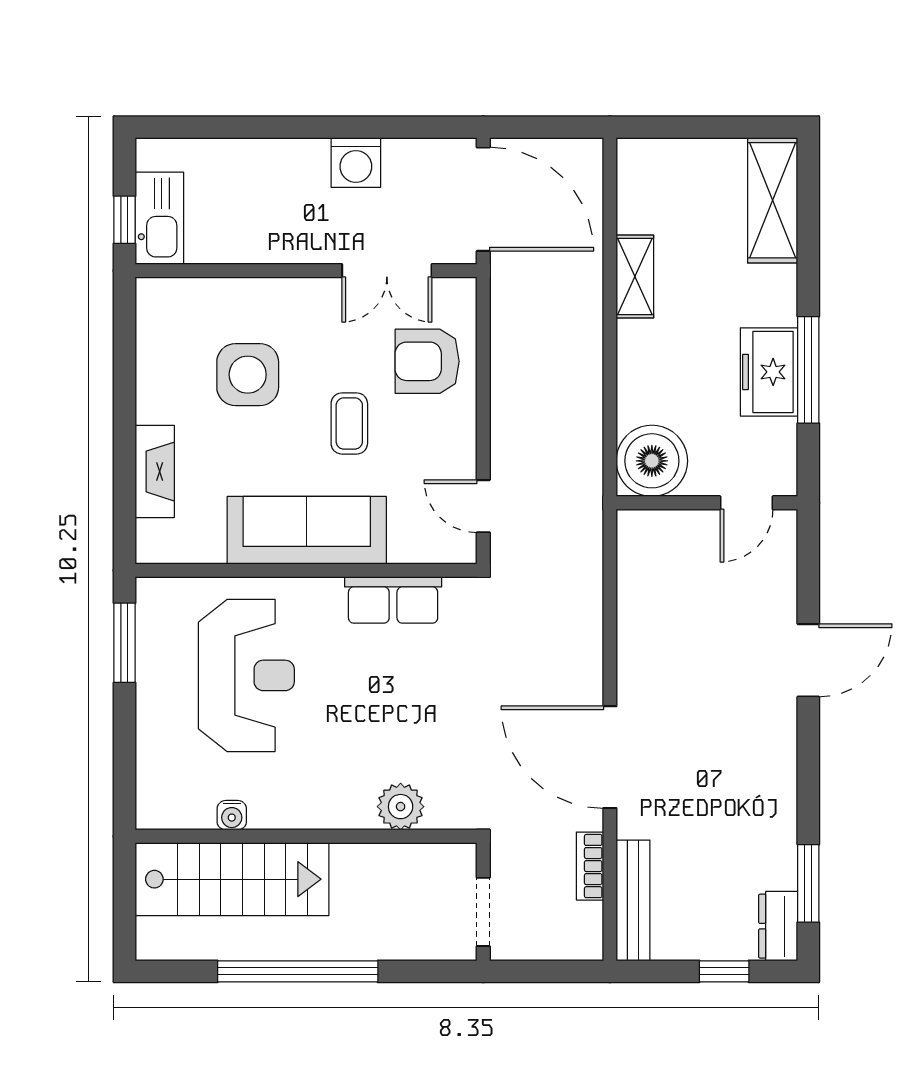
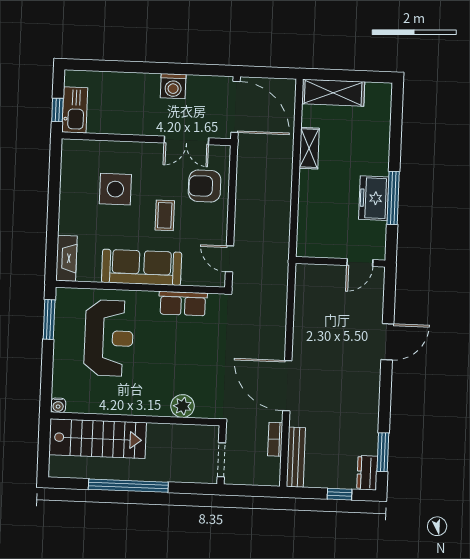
shelving: (773, 200) -> (333, 93), moved, turned 90
boiler: (652, 461) -> (314, 240), removed
fireplace: (155, 472) -> (66, 258), moved
water cooler: (232, 815) -> (58, 405), moved

